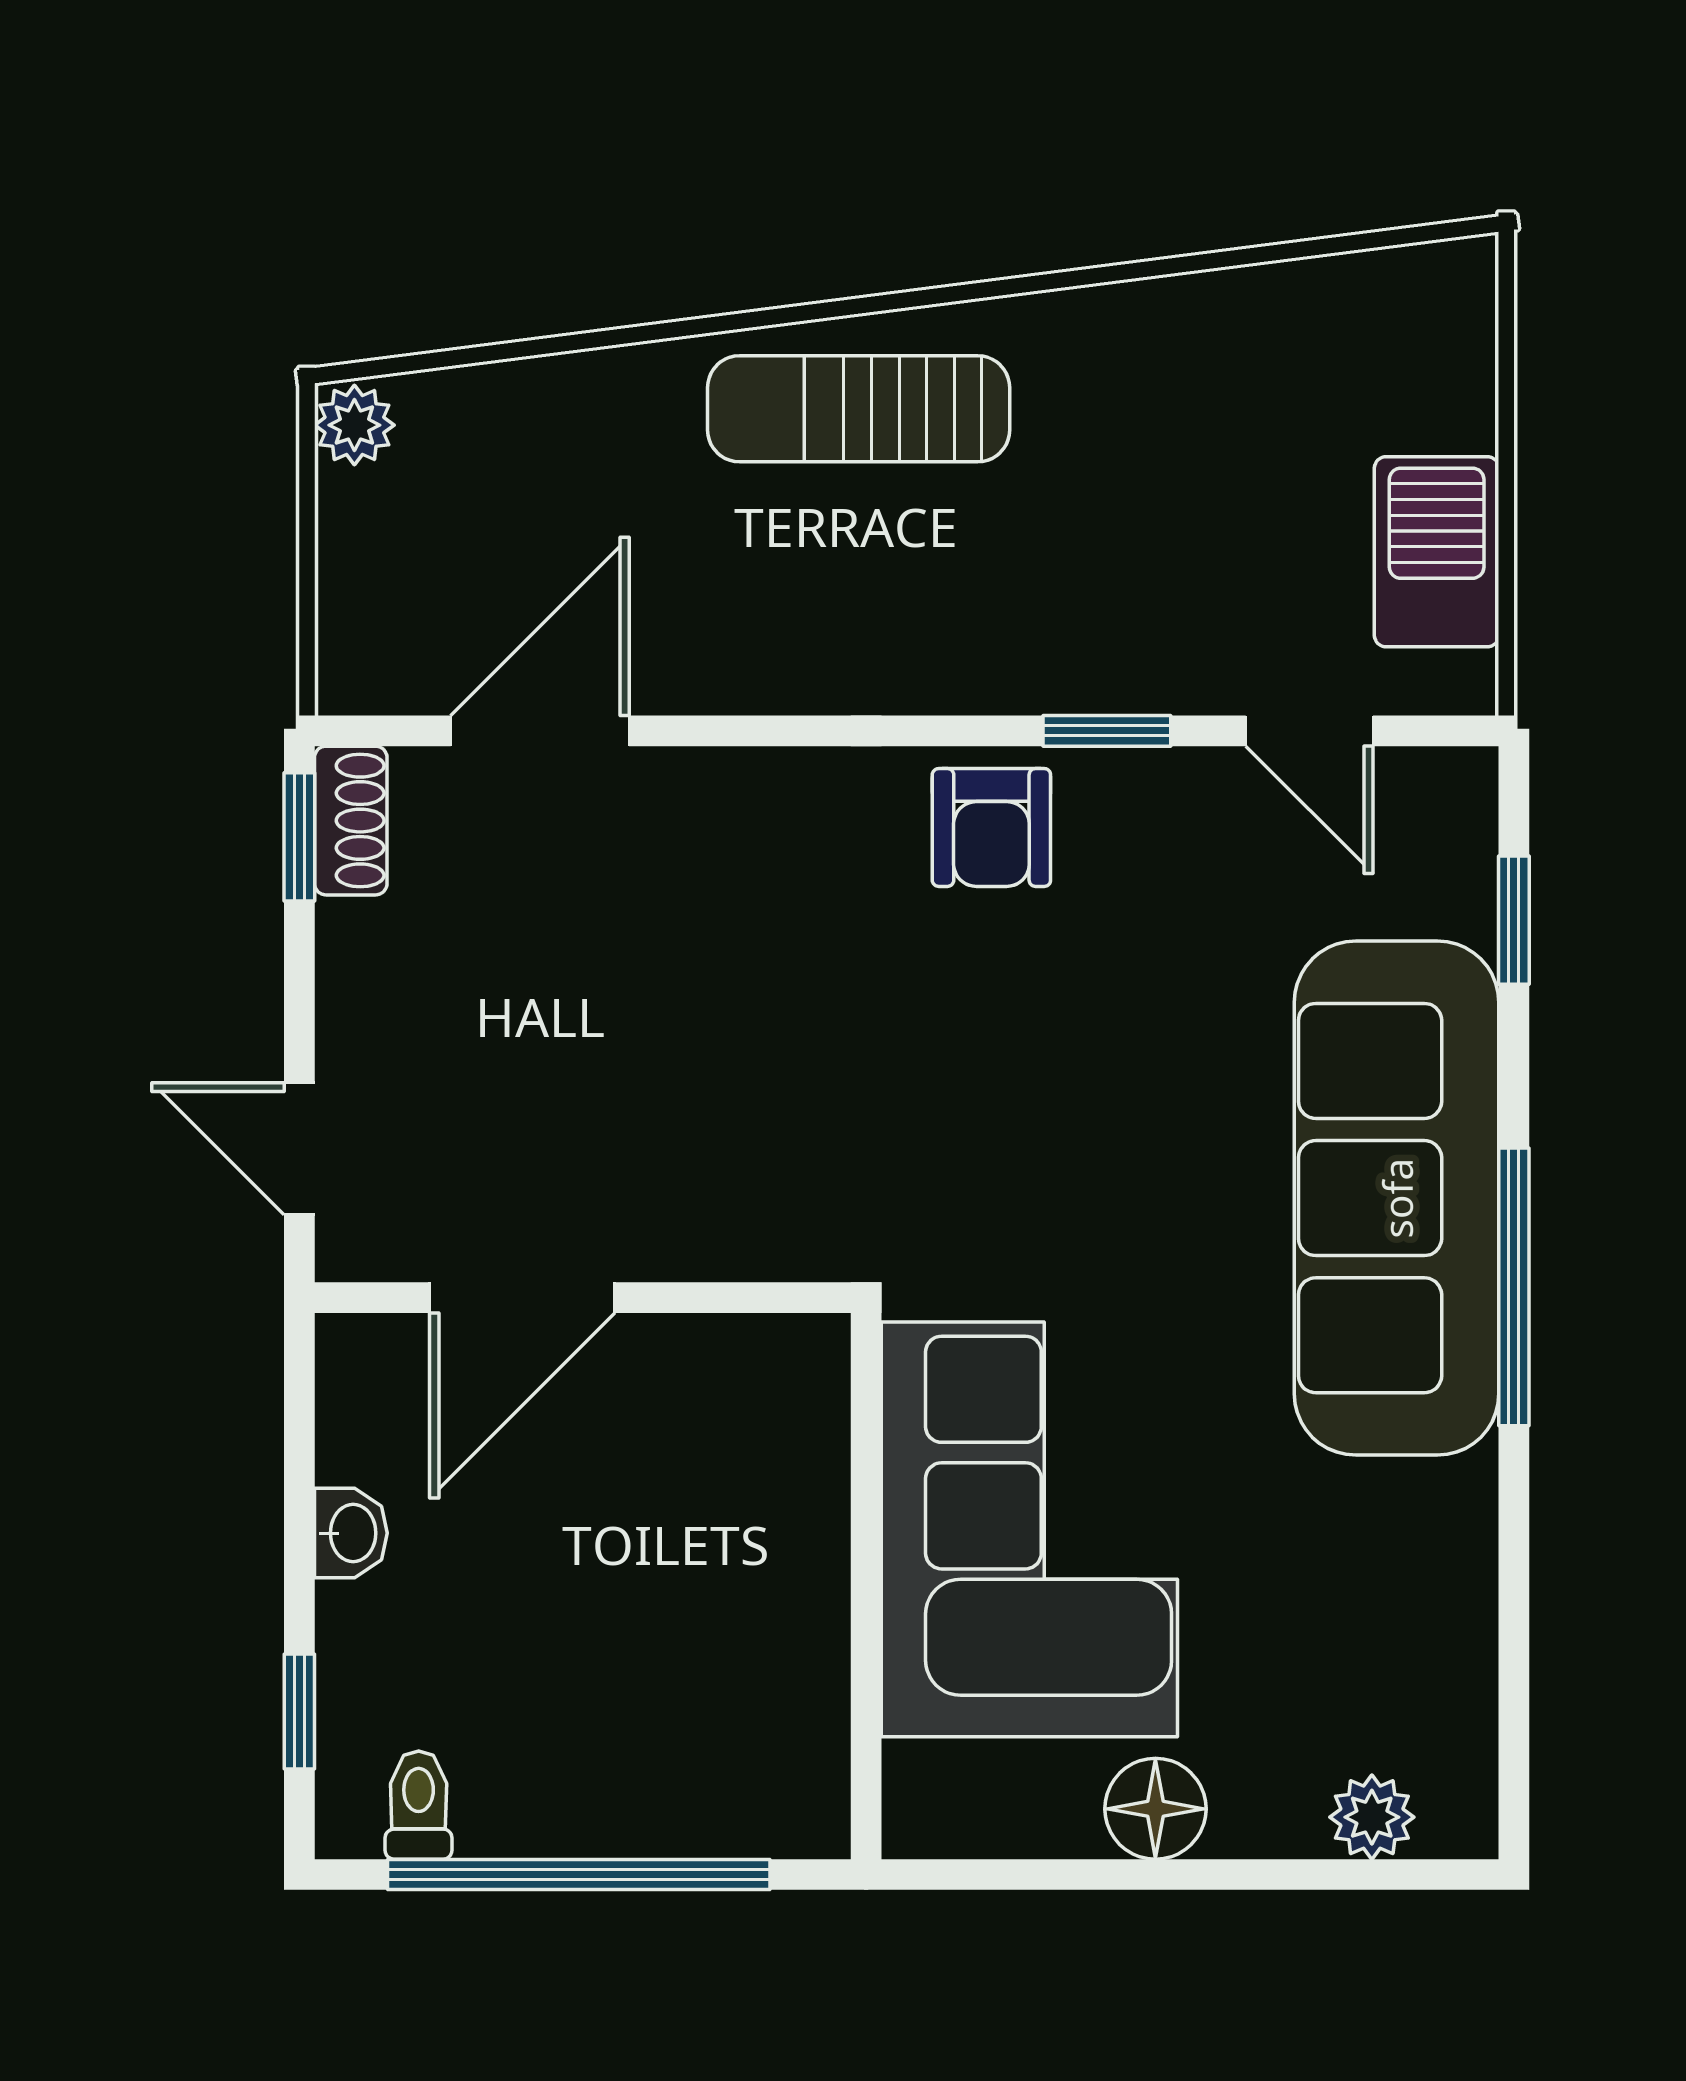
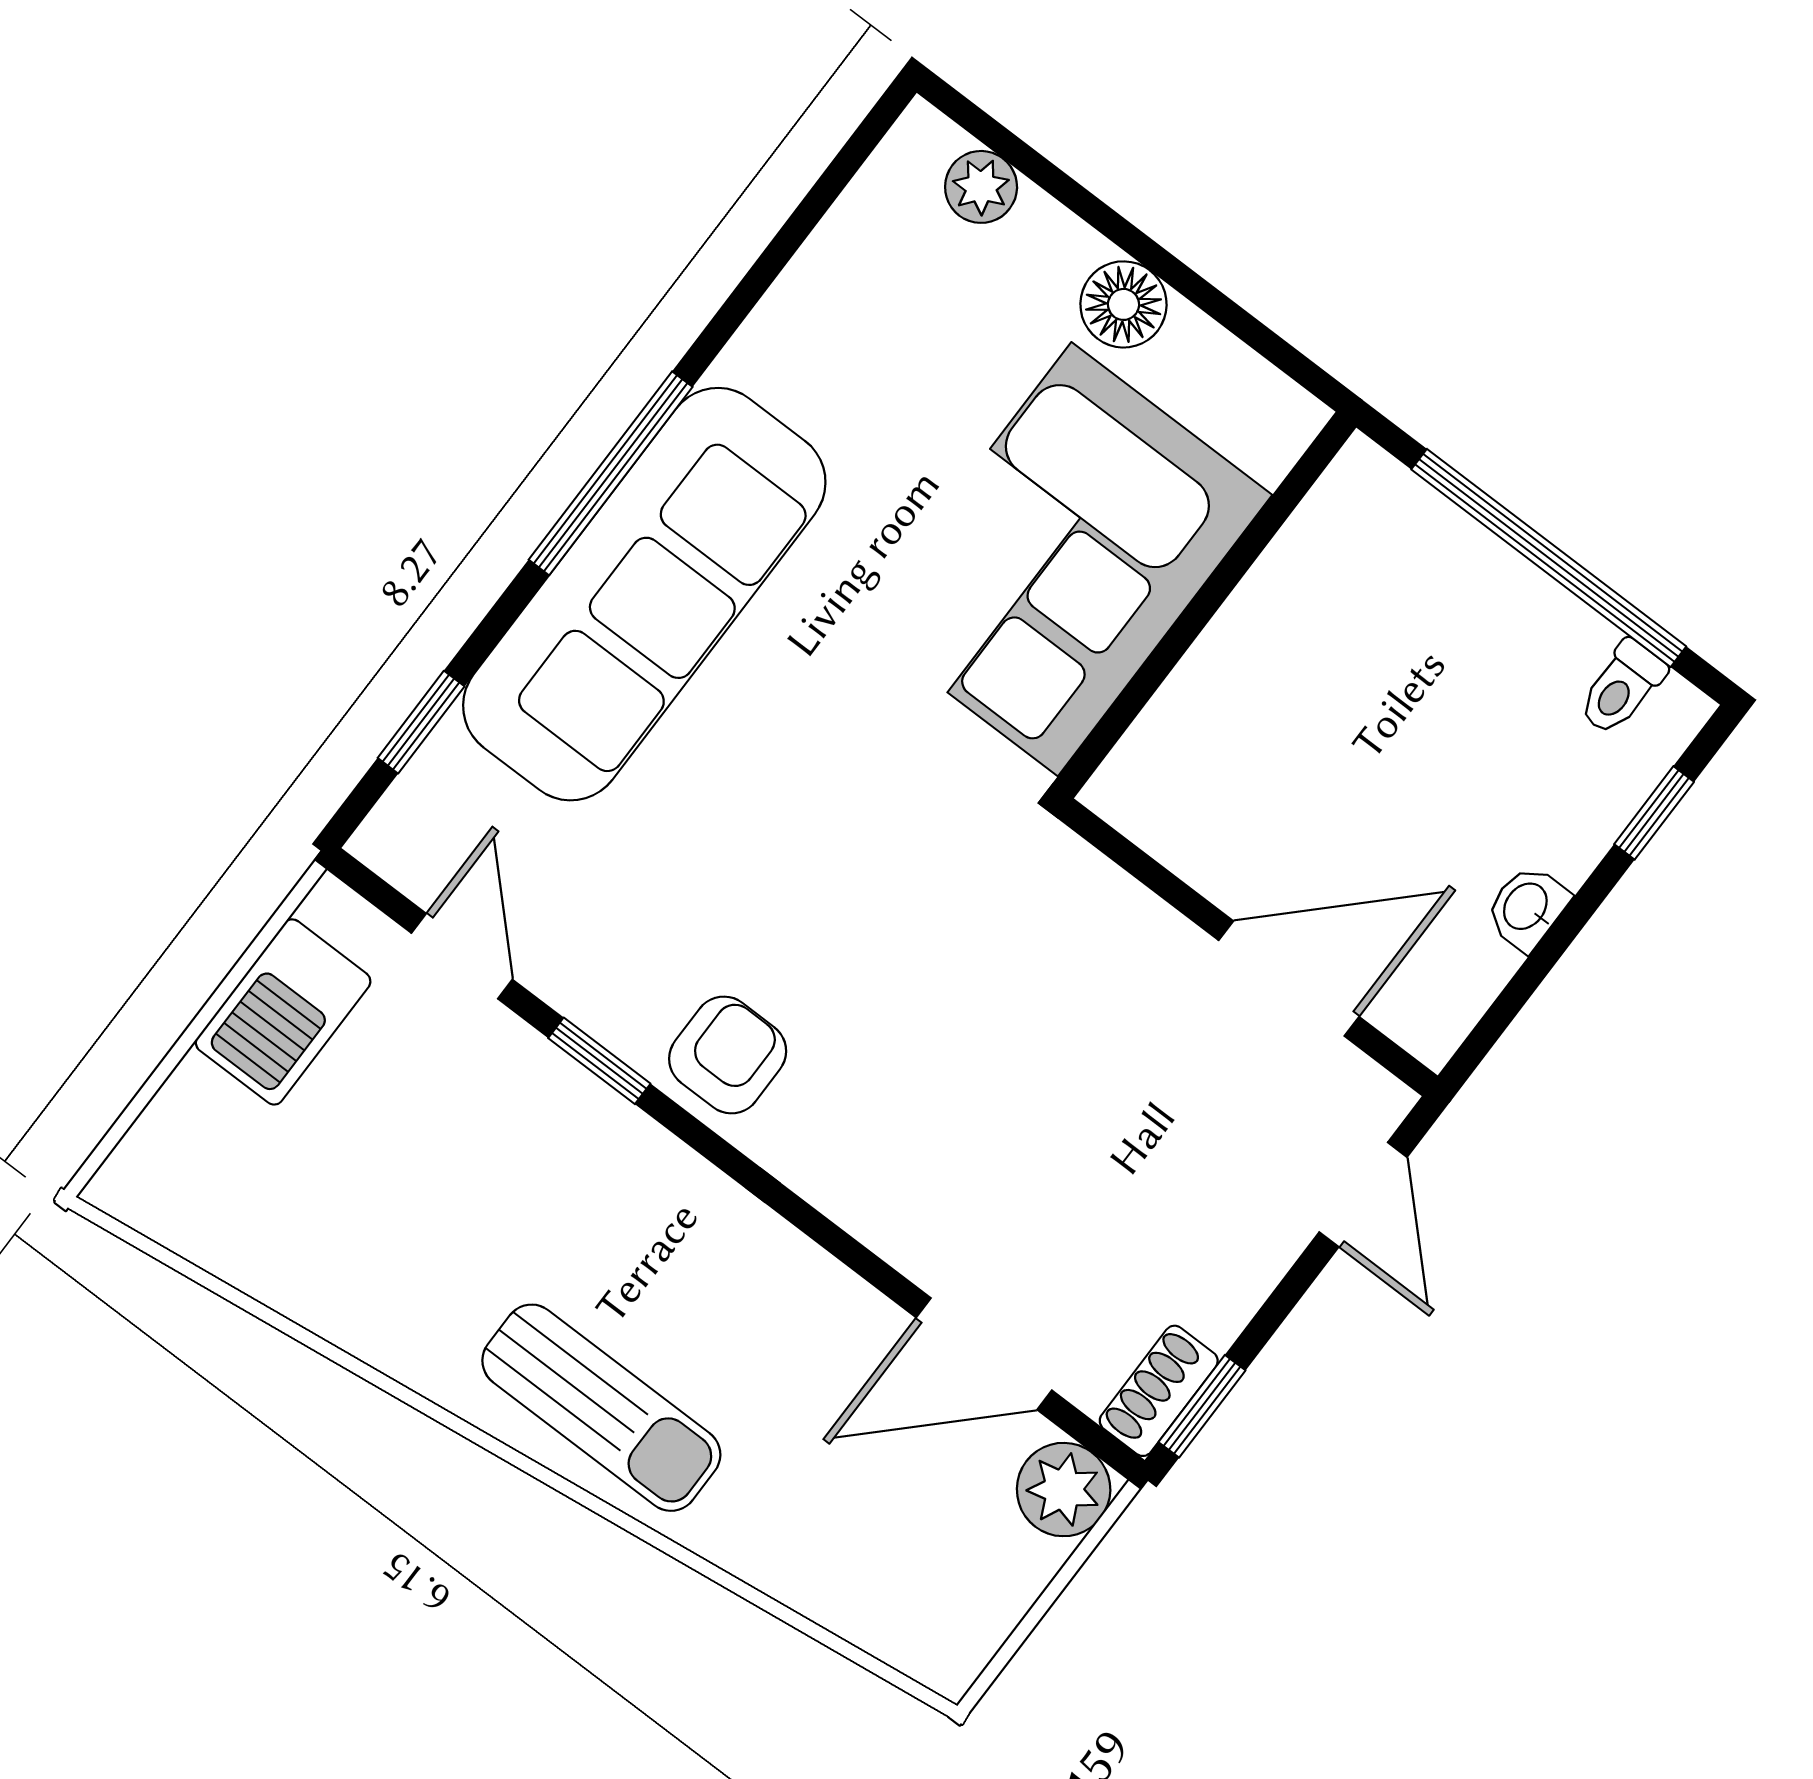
plant: (354, 425) -> (1064, 1490), moved, width x1.38, depth x1.38

